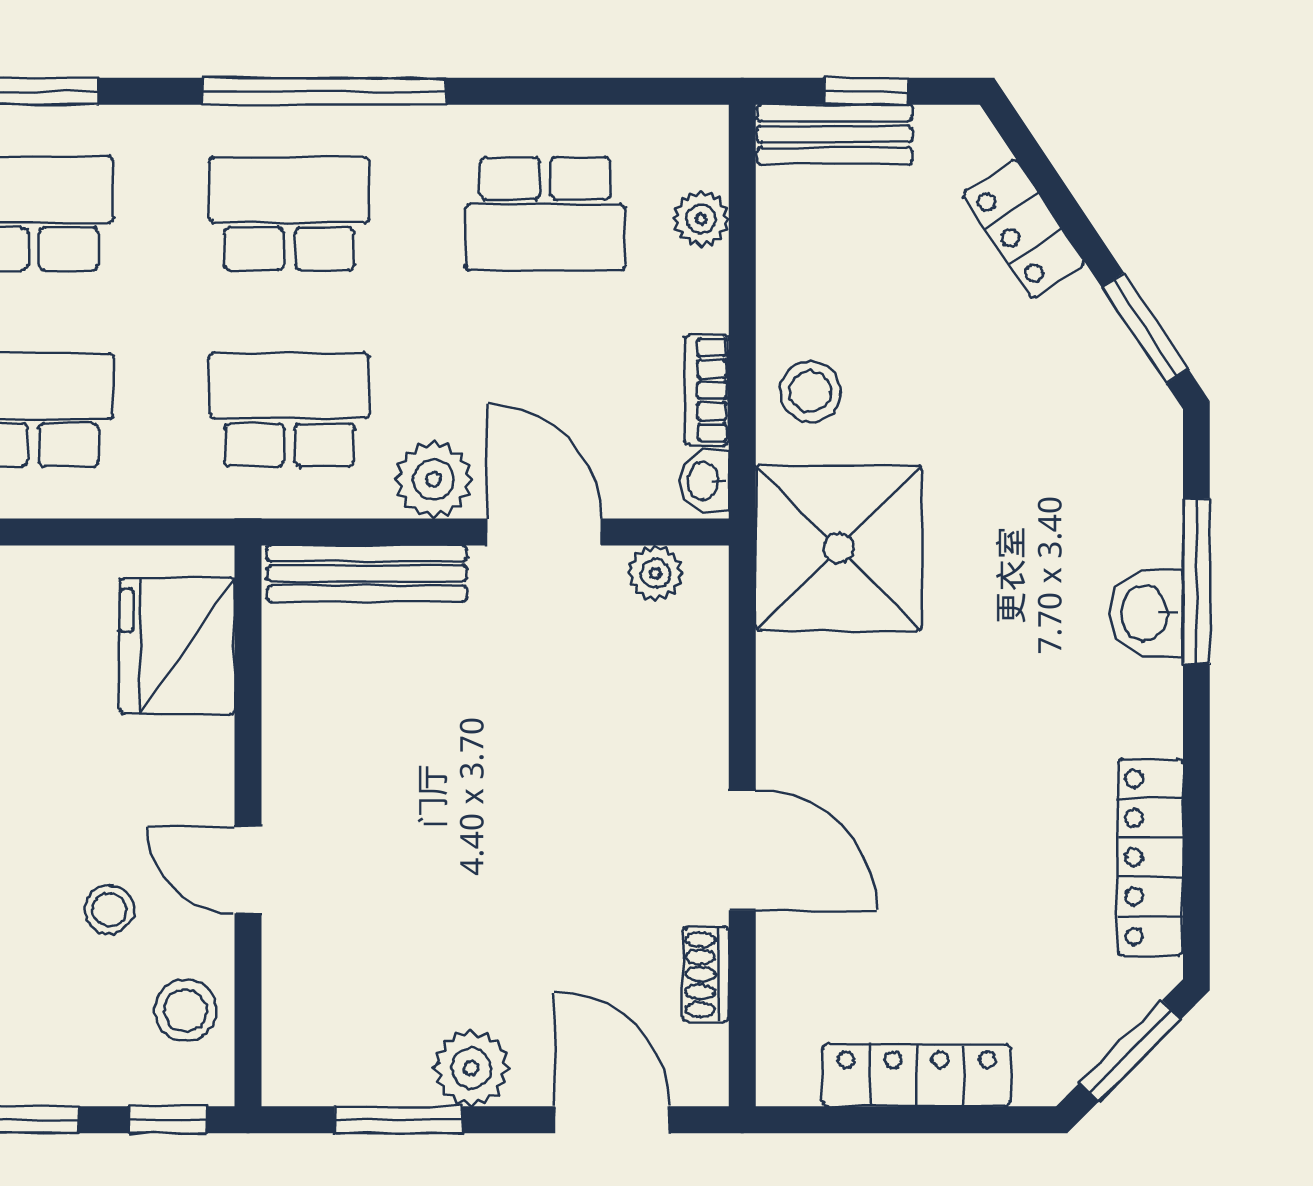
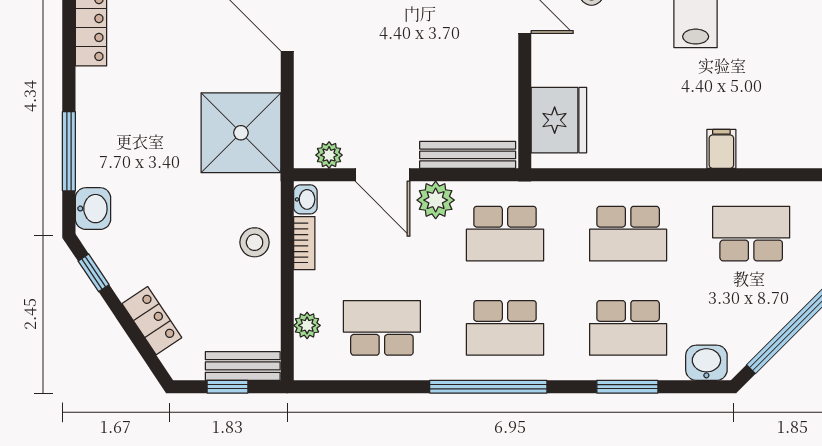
window: (1145, 328) -> (94, 273), width x0.67
shower: (839, 548) -> (241, 133), moved
washbasin: (1146, 613) -> (93, 209), moved

